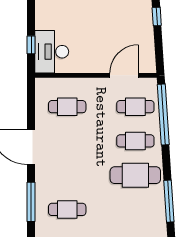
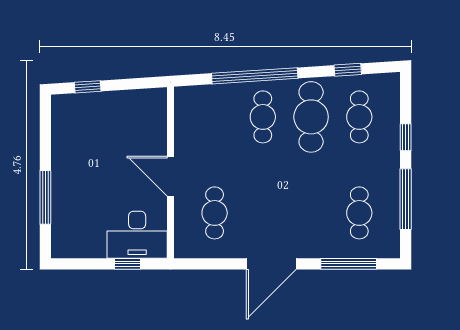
door: (124, 75) -> (170, 176), moved
cafe table: (135, 107) -> (359, 117), moved
window: (163, 114) -> (255, 76), moved
window: (169, 201) -> (348, 70), width x0.46

